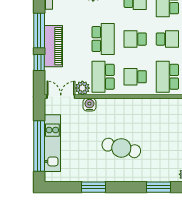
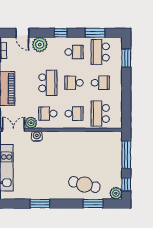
school desk: (103, 77) -> (48, 114), width x0.54
school desk: (135, 77) -> (74, 114), turned 180
cafe table: (121, 148) -> (84, 184), moved

